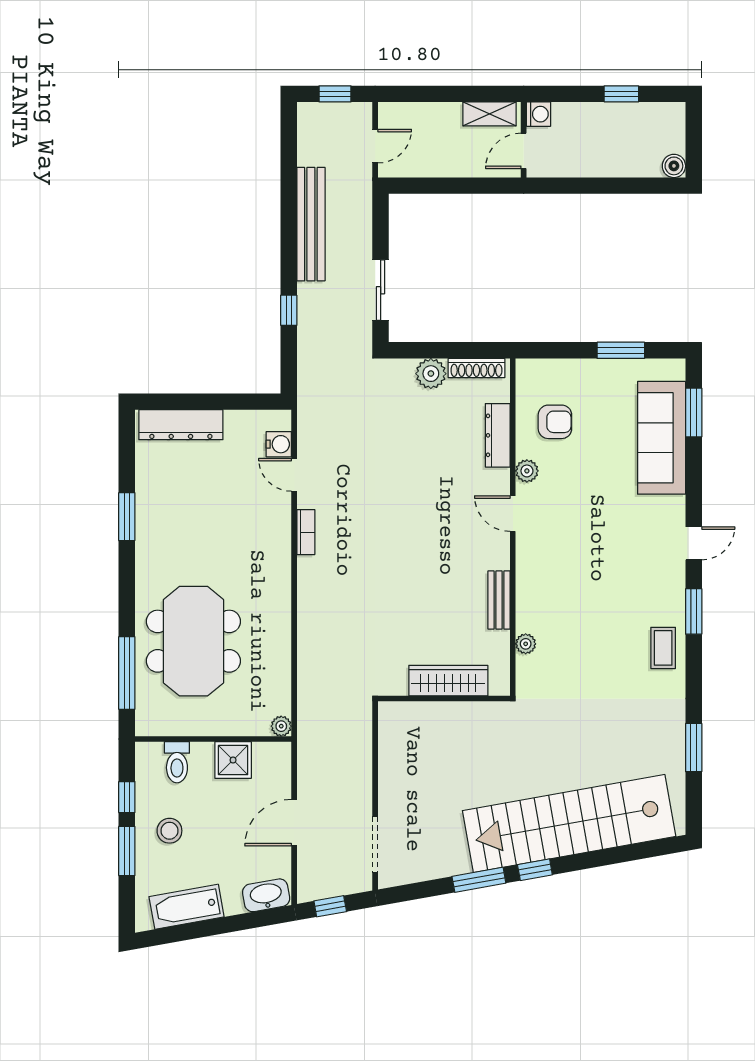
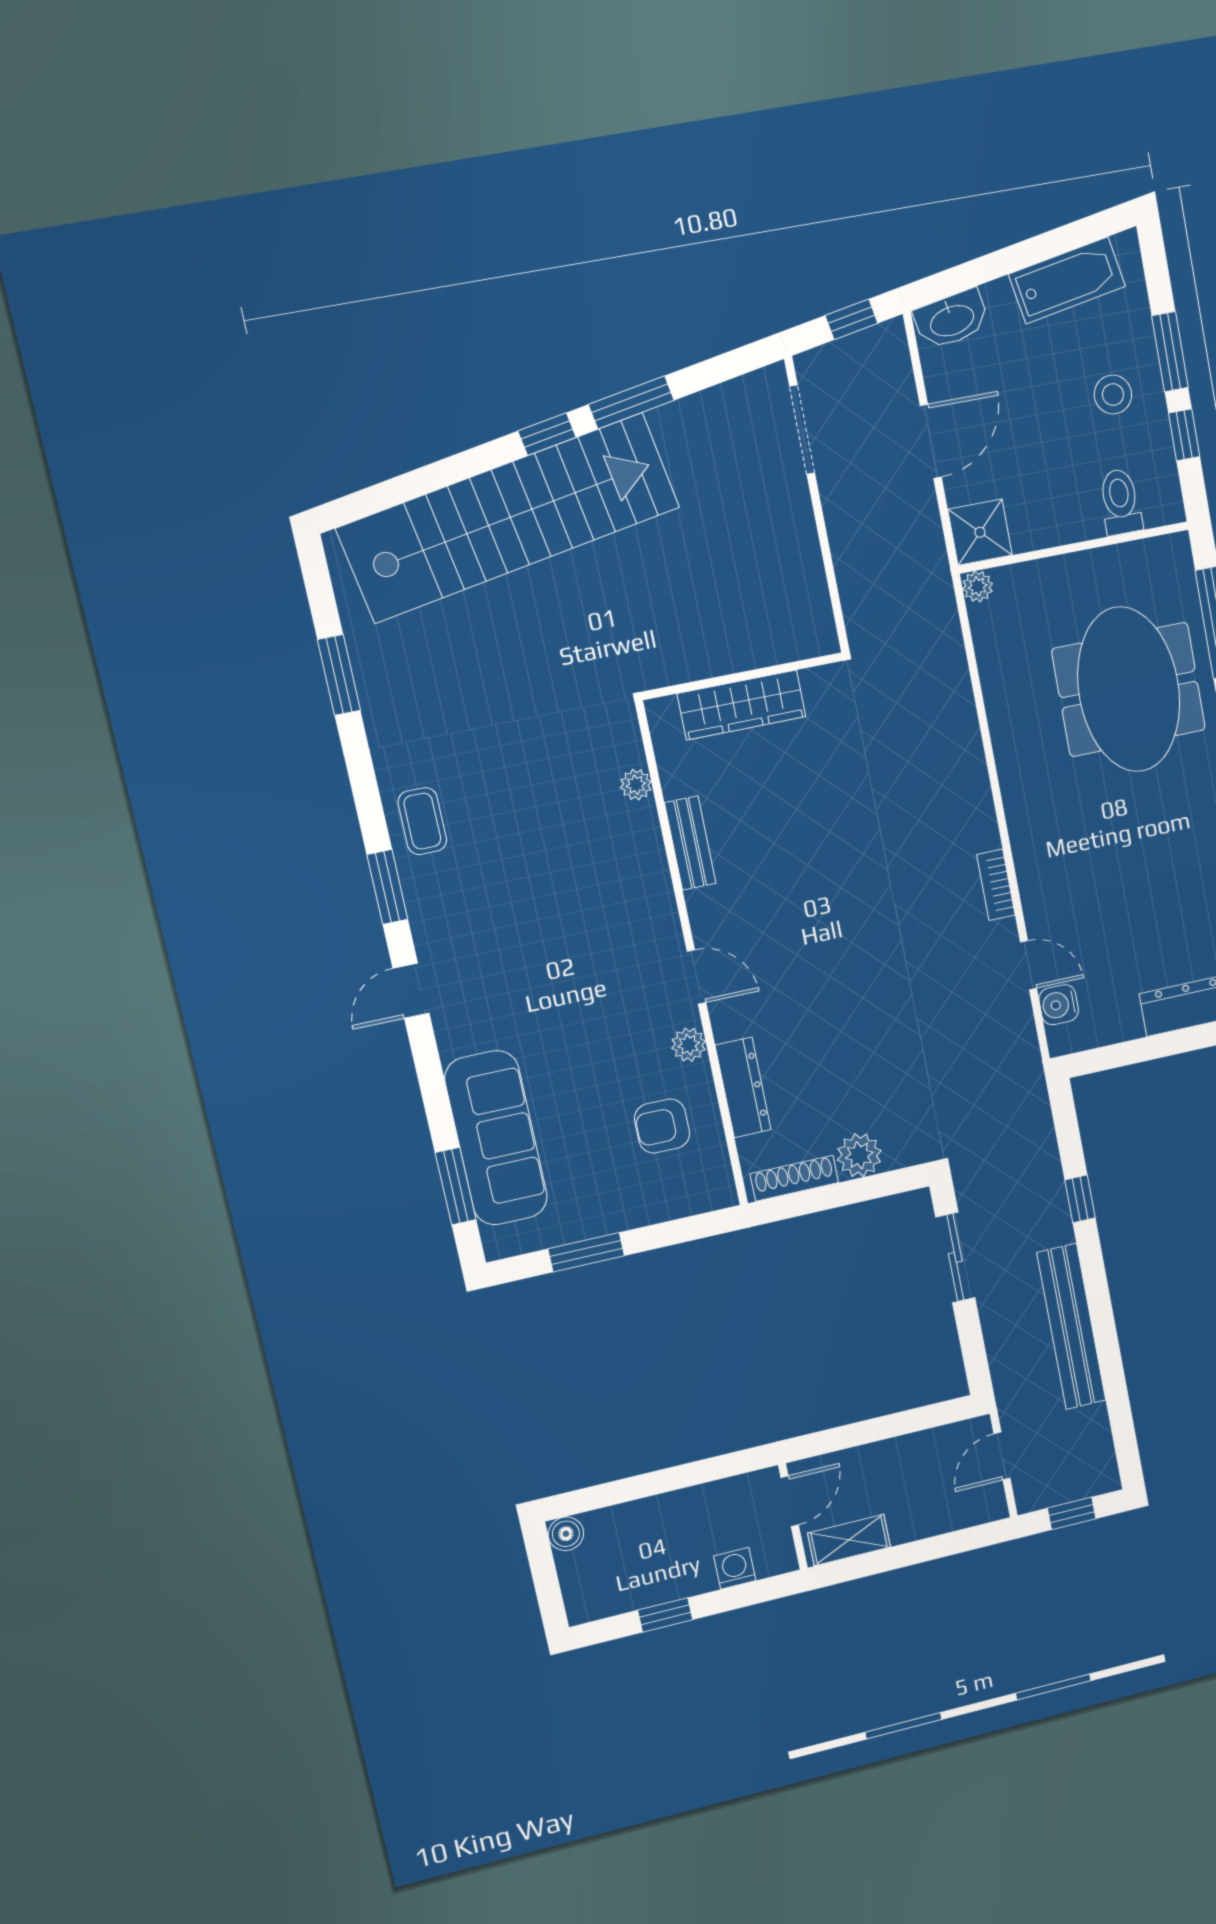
washing machine: (538, 114) -> (735, 1568), moved, turned 90
shower: (233, 760) -> (980, 532), moved

